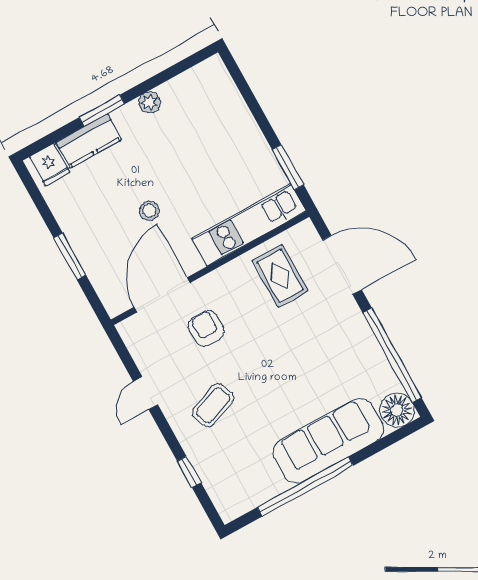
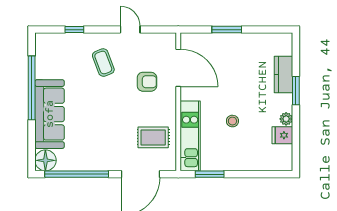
fridge: (50, 165) -> (282, 135), moved
stool: (149, 211) -> (232, 121), moved

